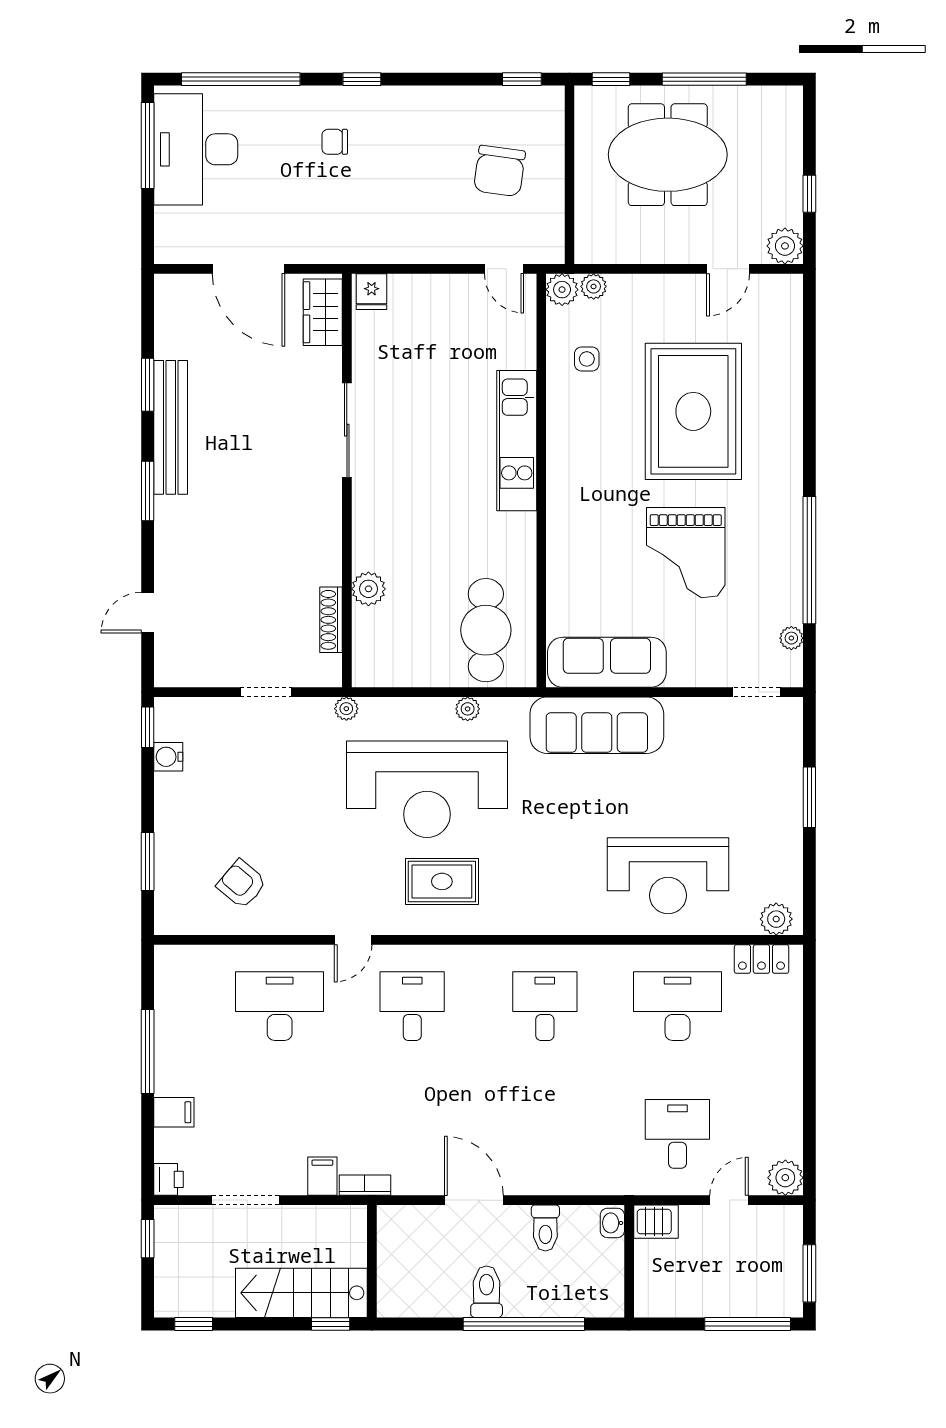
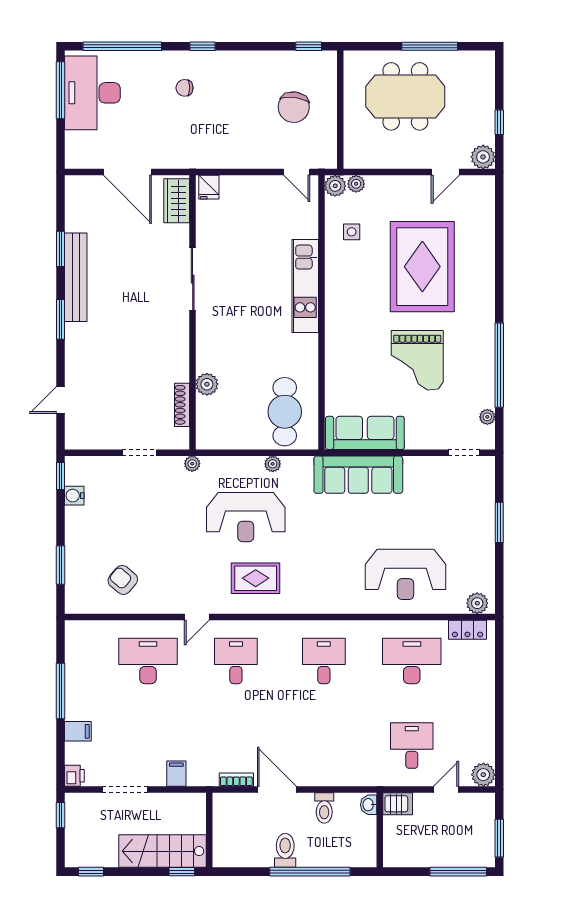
window: (611, 79) -> (368, 46), removed
reception desk: (427, 789) -> (246, 517), width x0.74, depth x0.77
bookcase: (365, 1185) -> (236, 780), moved

